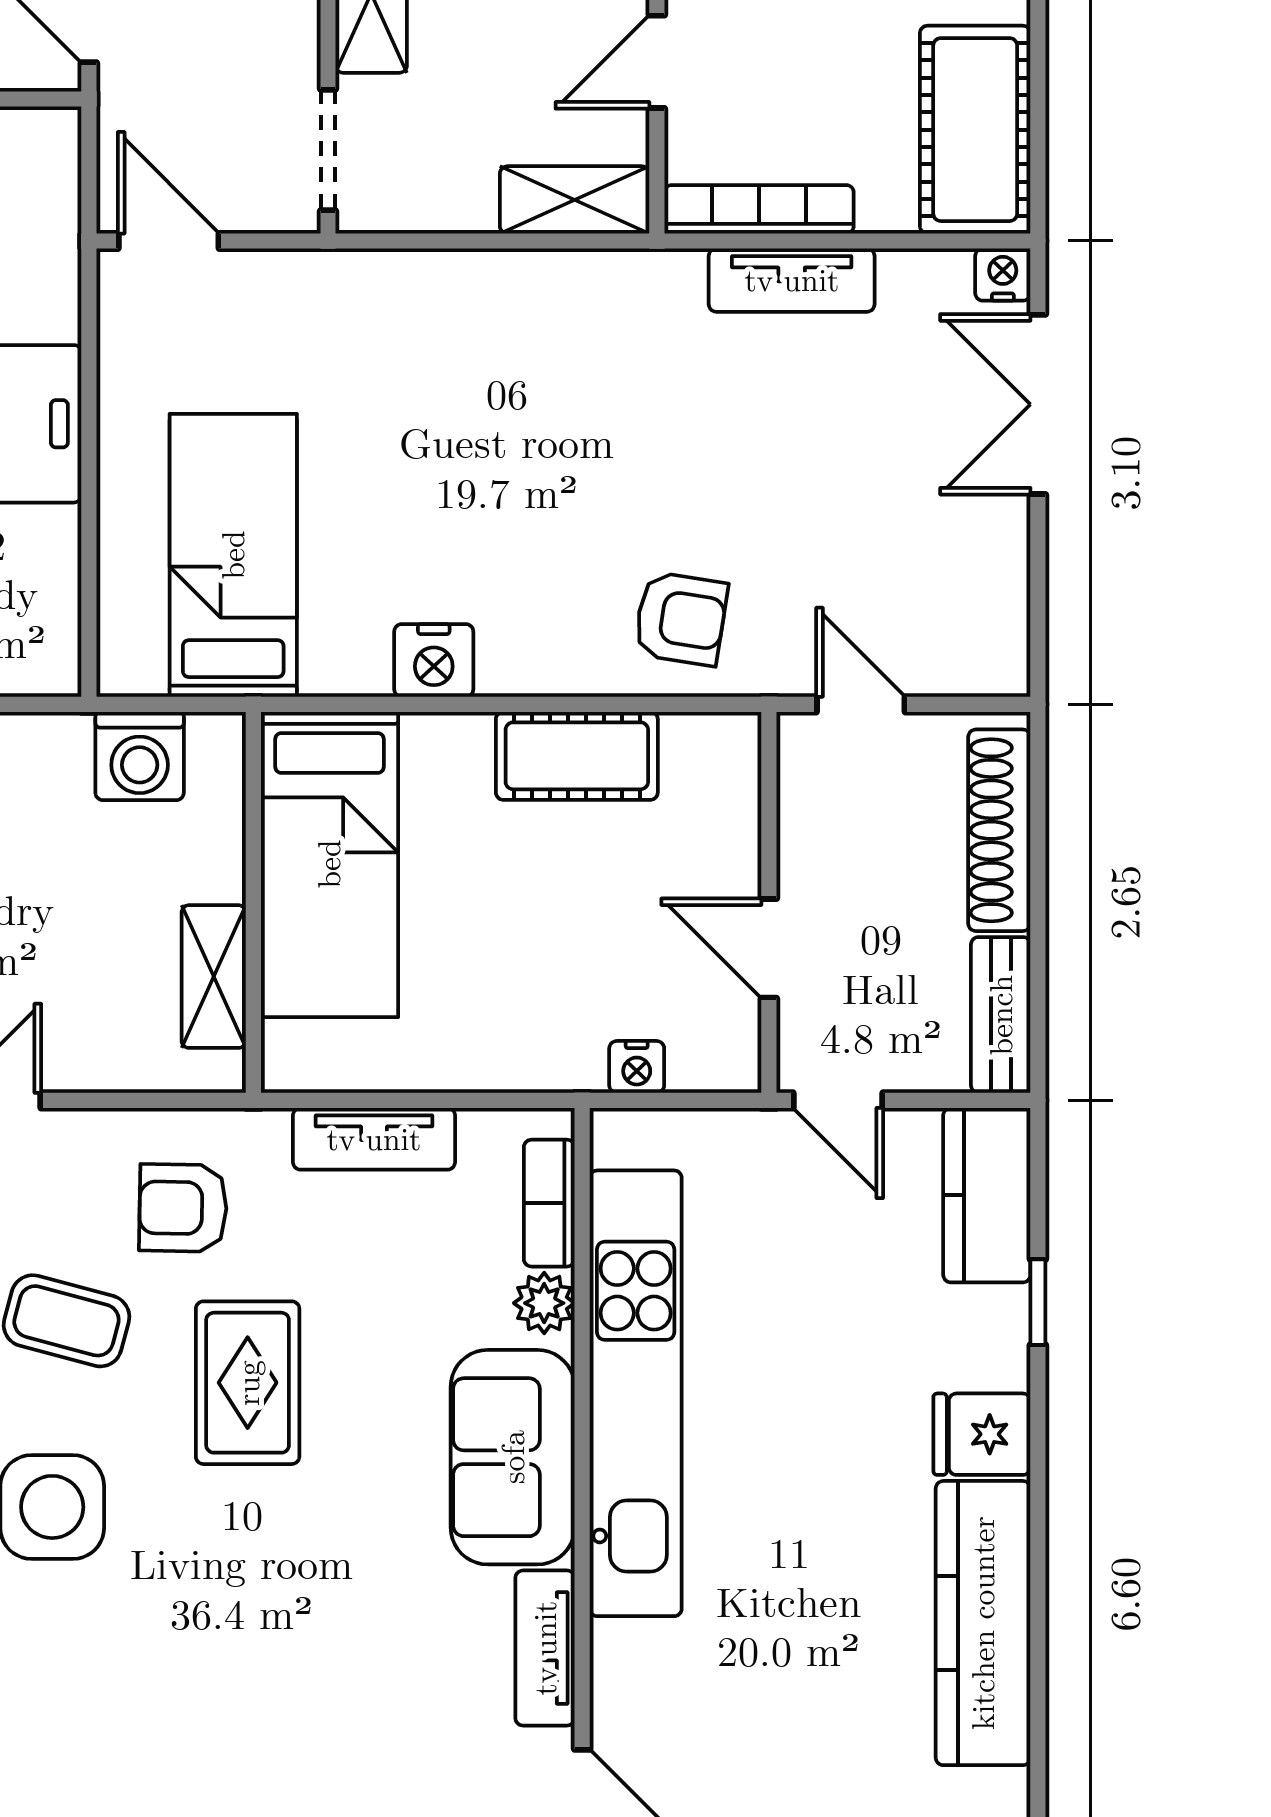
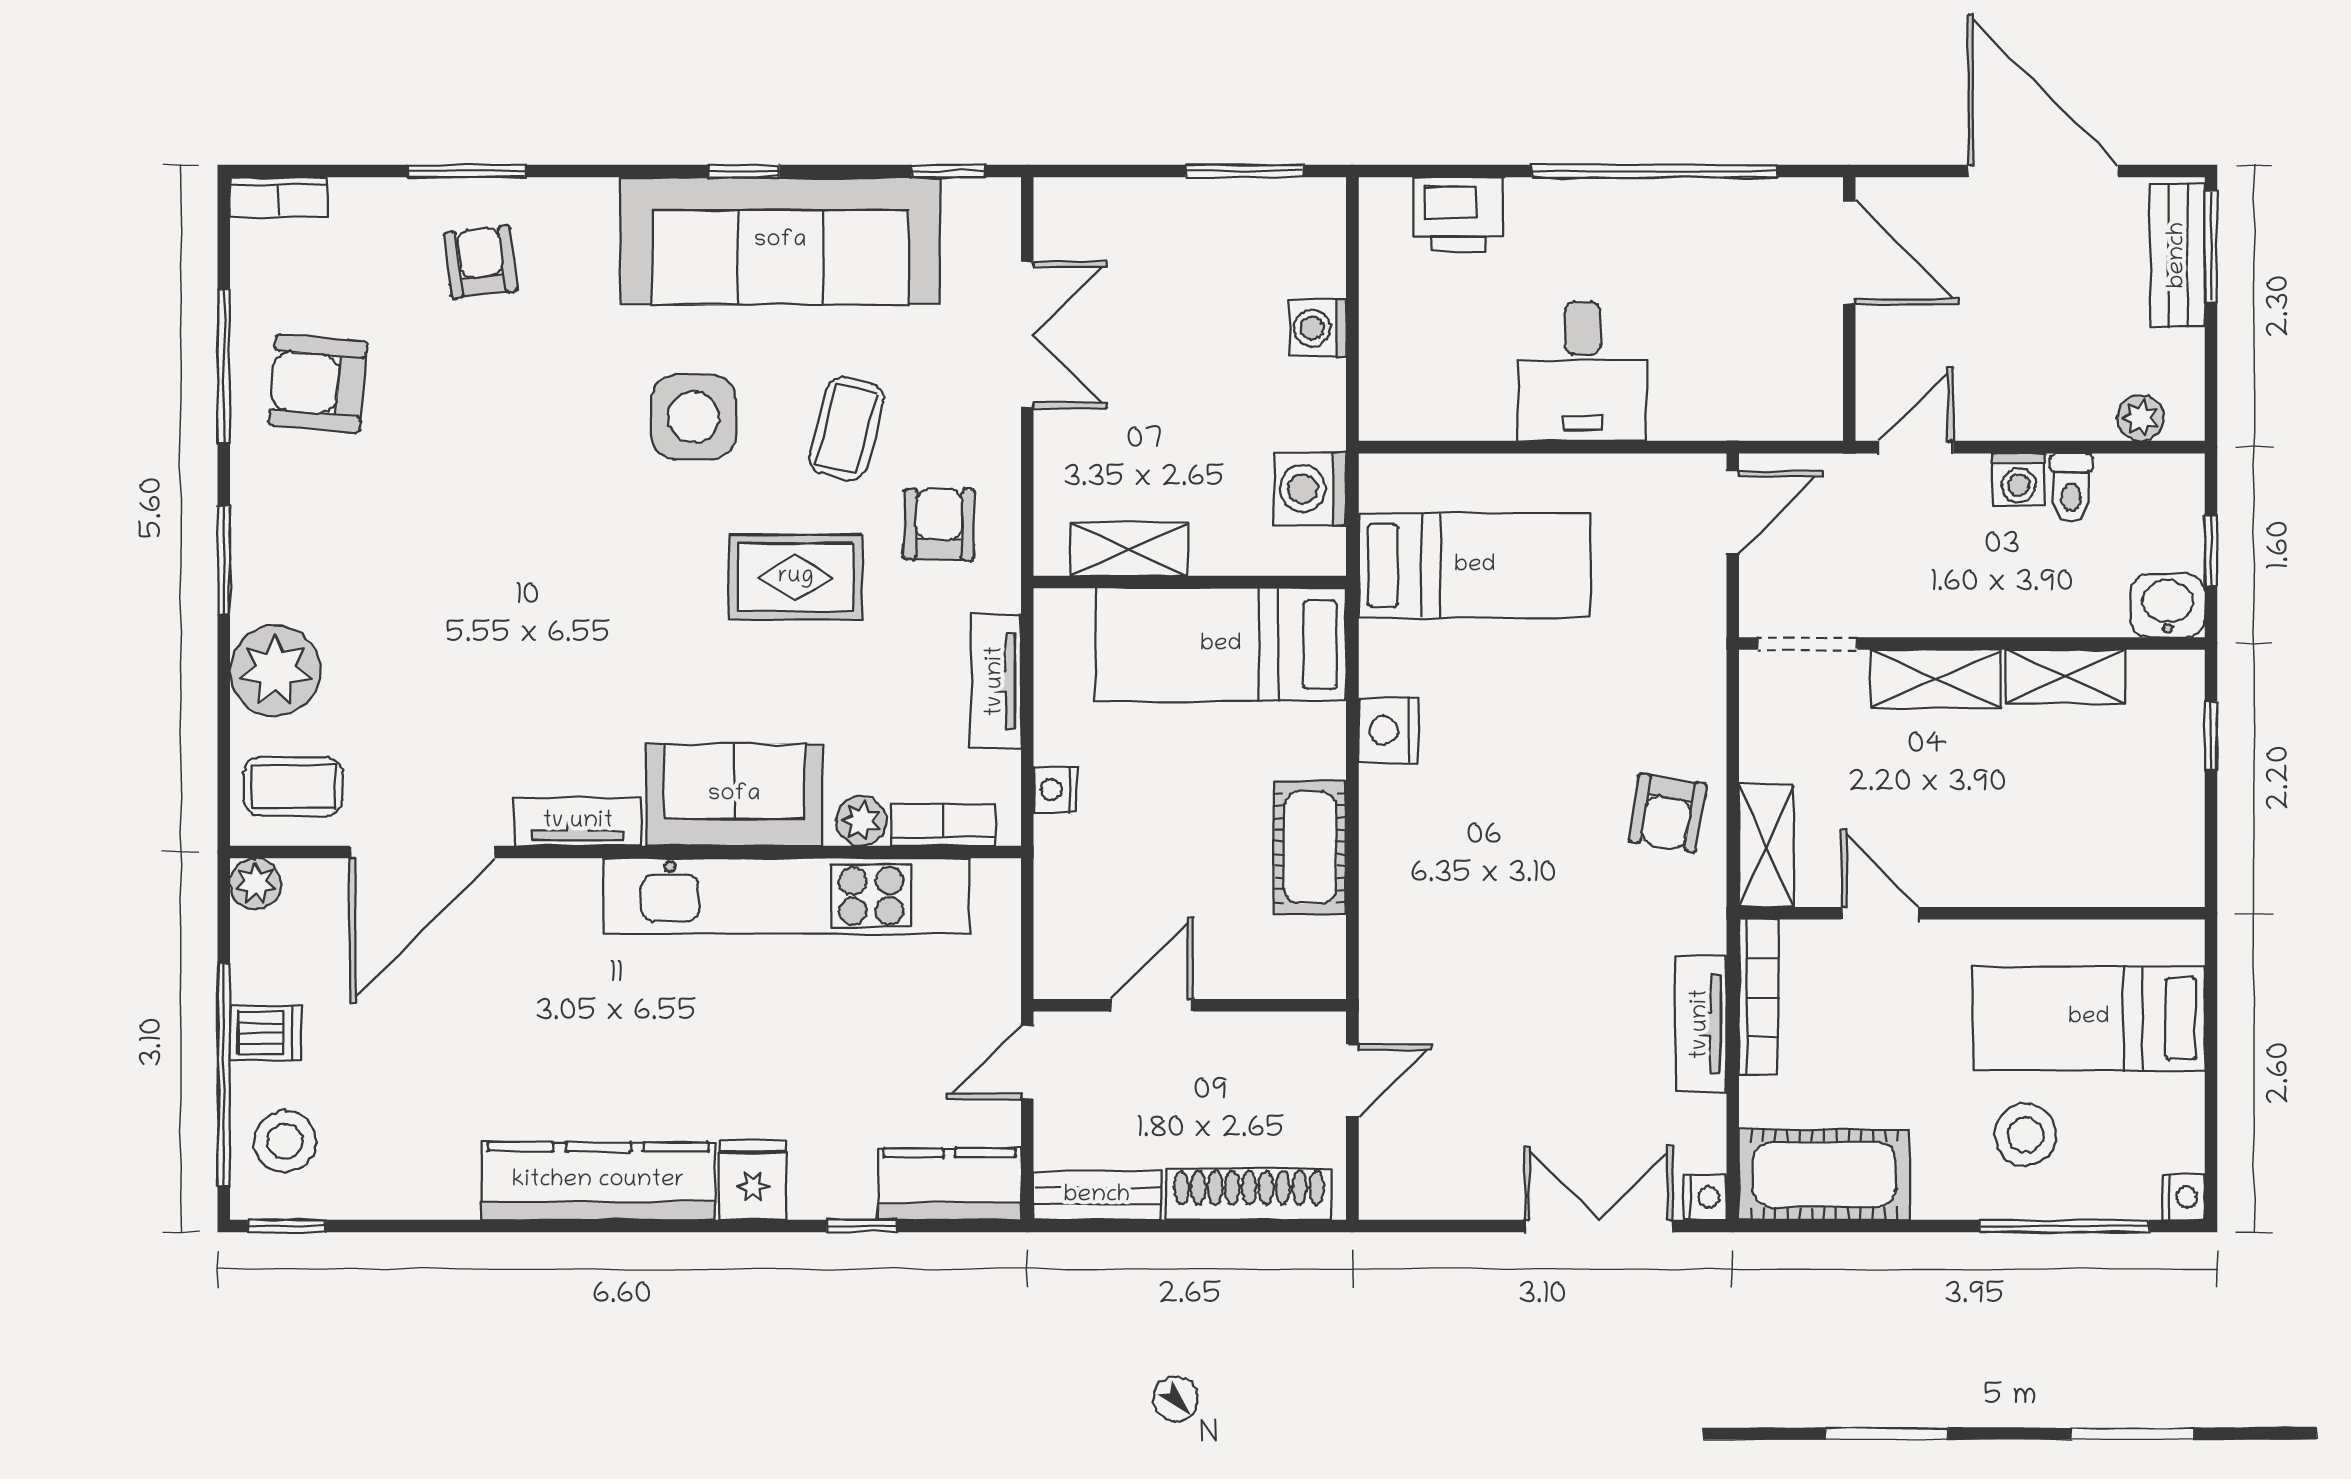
armchair: (681, 619) -> (1668, 813), moved
nightstand: (637, 1067) -> (1055, 790), moved

